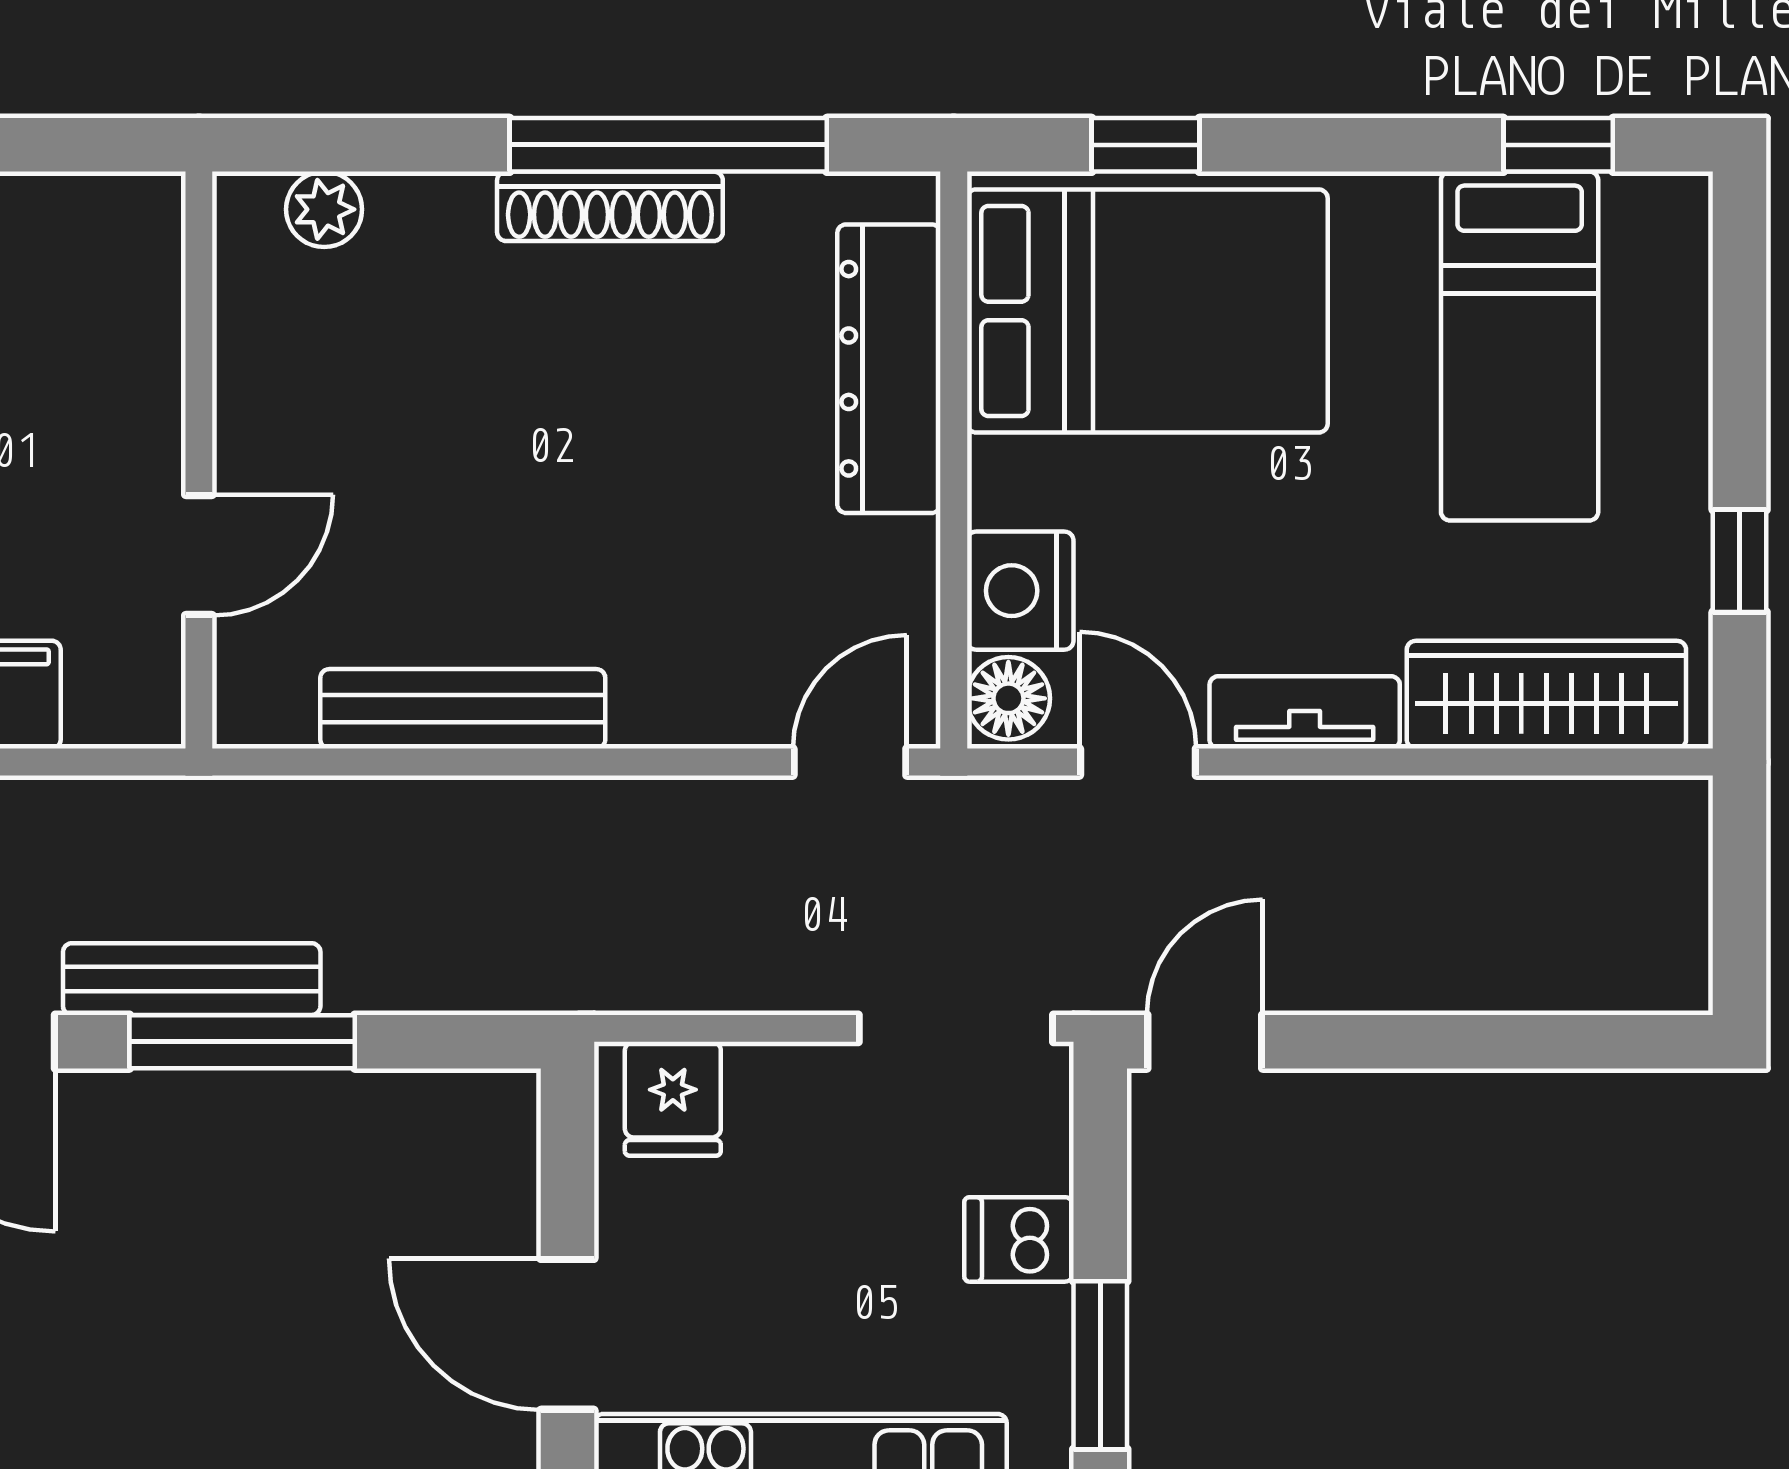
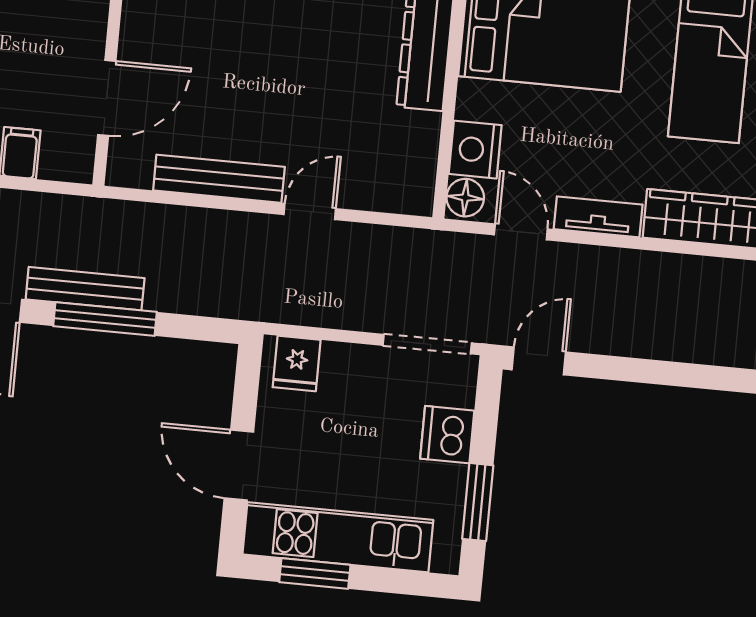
door: (199, 555) -> (107, 98), width x1.37
door: (850, 762) -> (310, 212), moved
dishwasher: (1019, 1239) -> (447, 435), width x1.38

